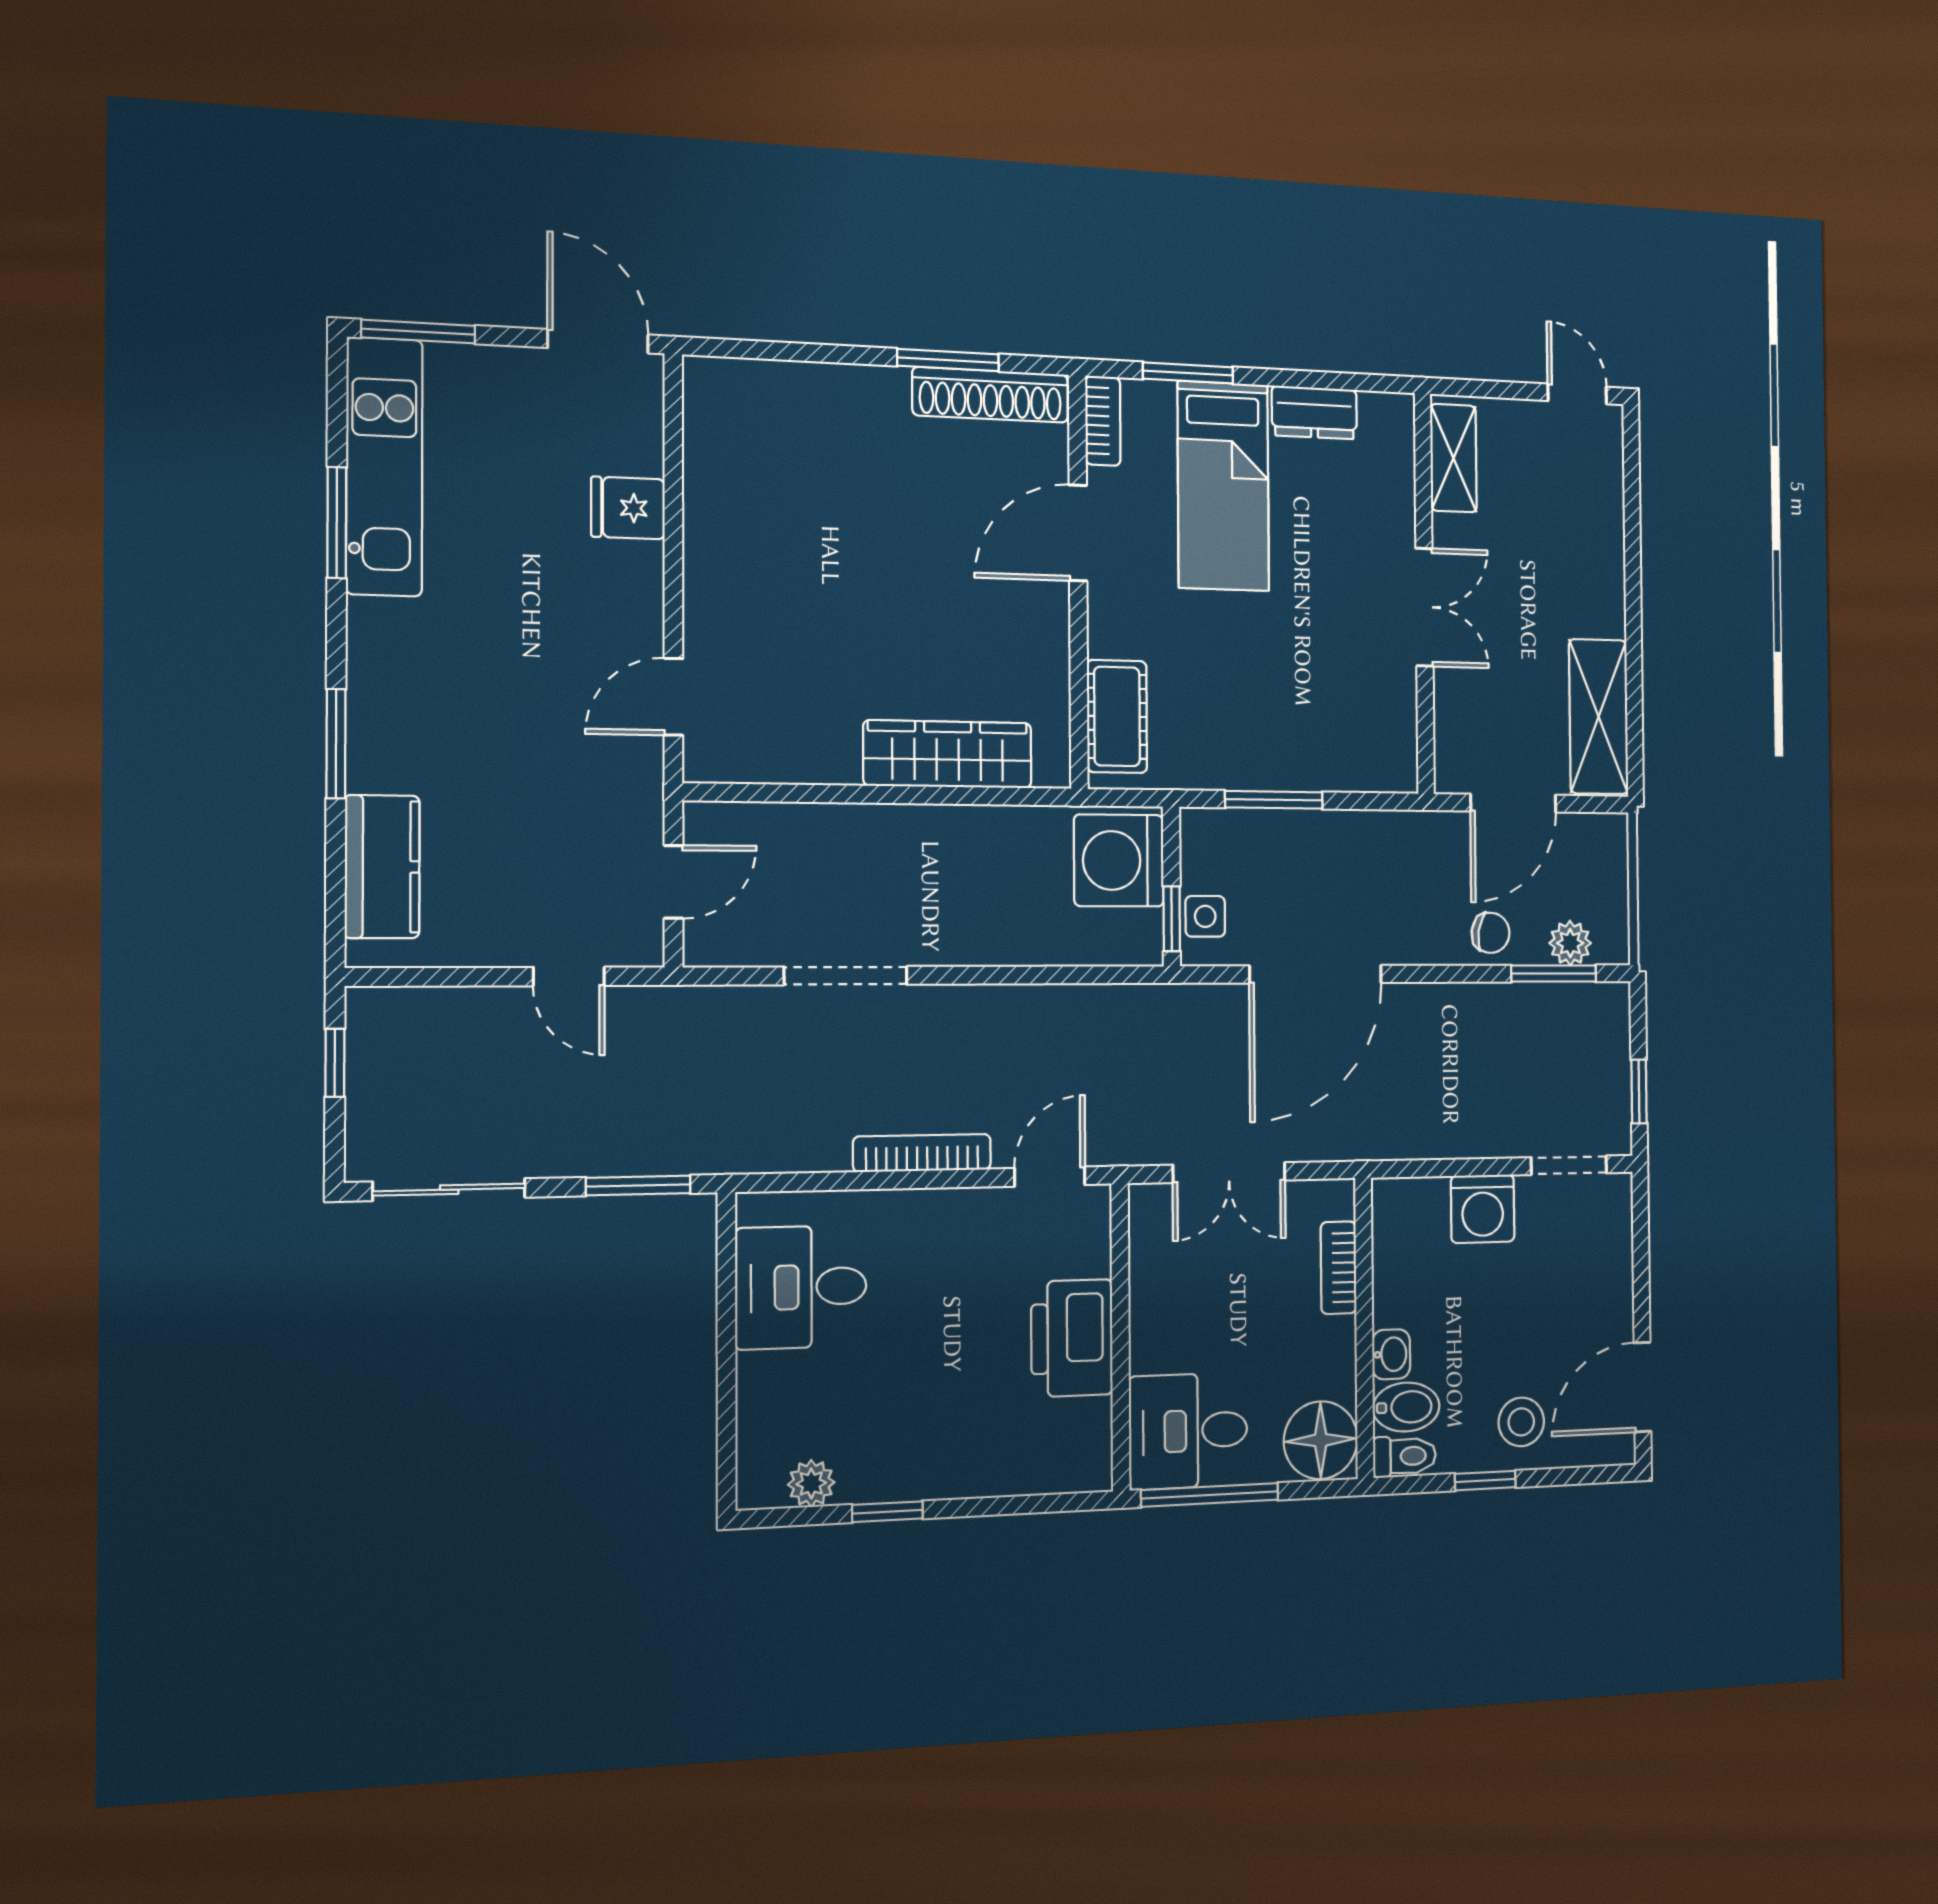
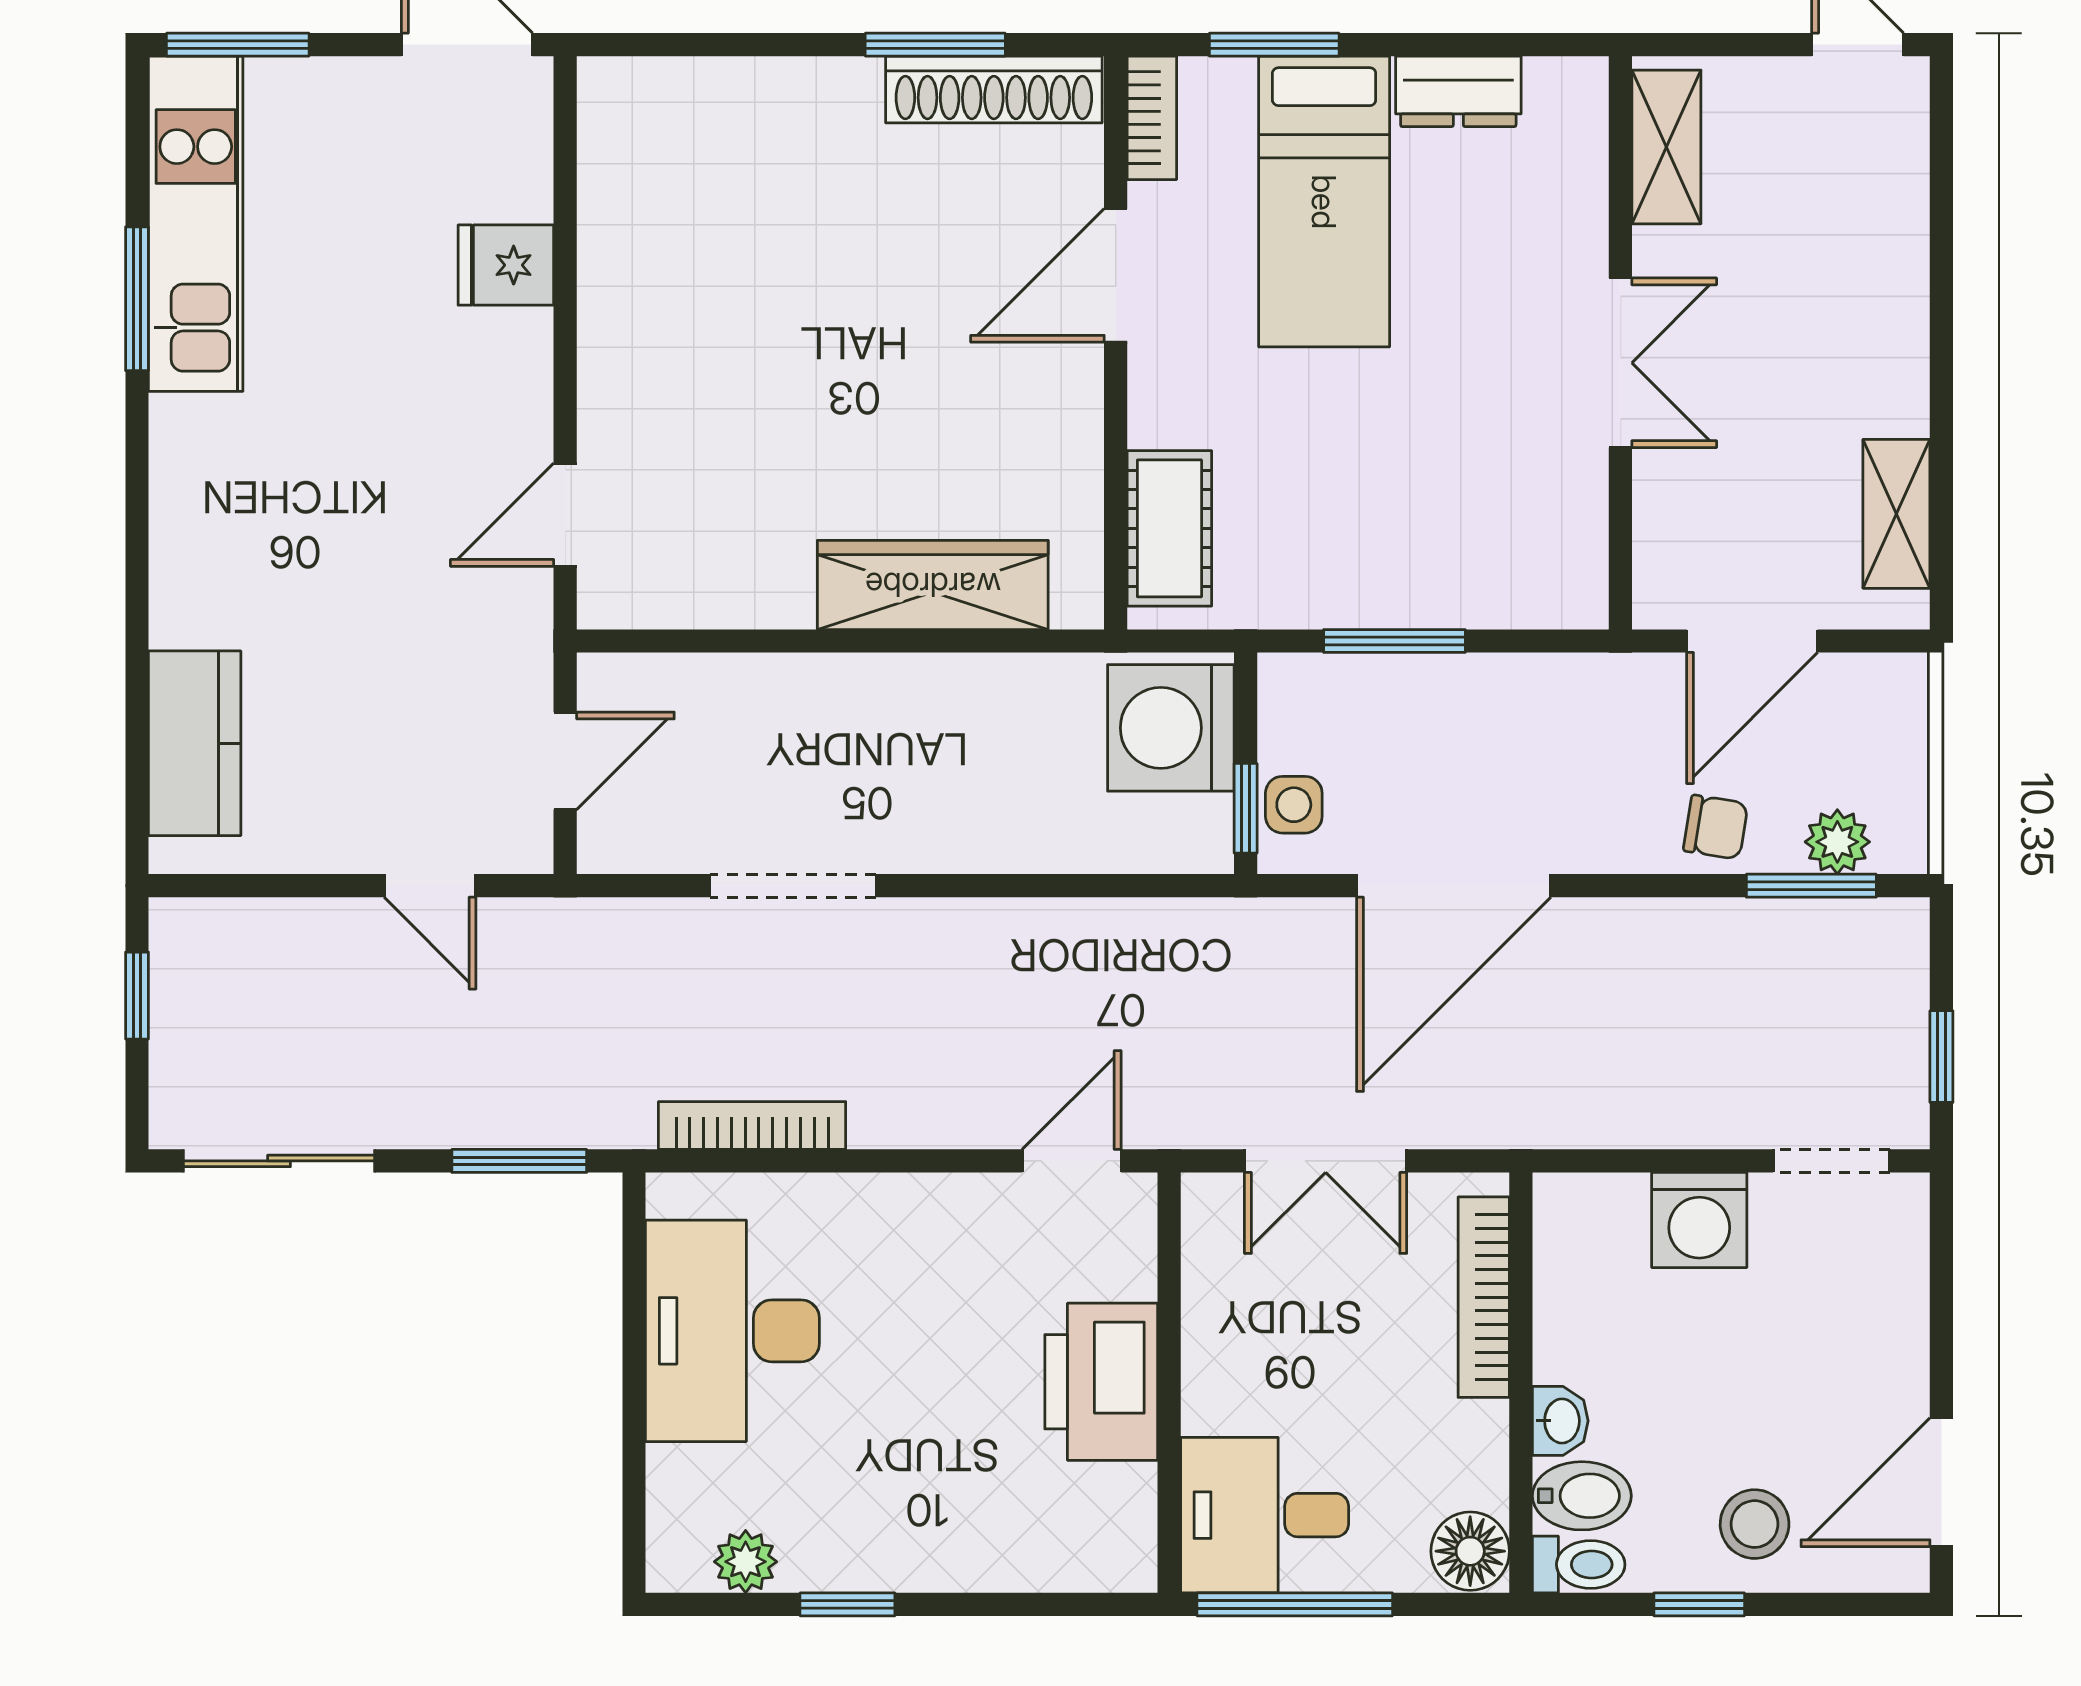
shelving: (1599, 717) -> (1896, 514), width x0.67, depth x0.75
window: (336, 744) -> (137, 585), removed
bookcase: (922, 1153) -> (752, 1126), moved
bookcase: (1339, 1268) -> (1484, 1297), width x1.56
desk: (801, 1287) -> (732, 1331), width x1.37
floor lamp: (1321, 1440) -> (1470, 1551), width x0.73, depth x0.73

